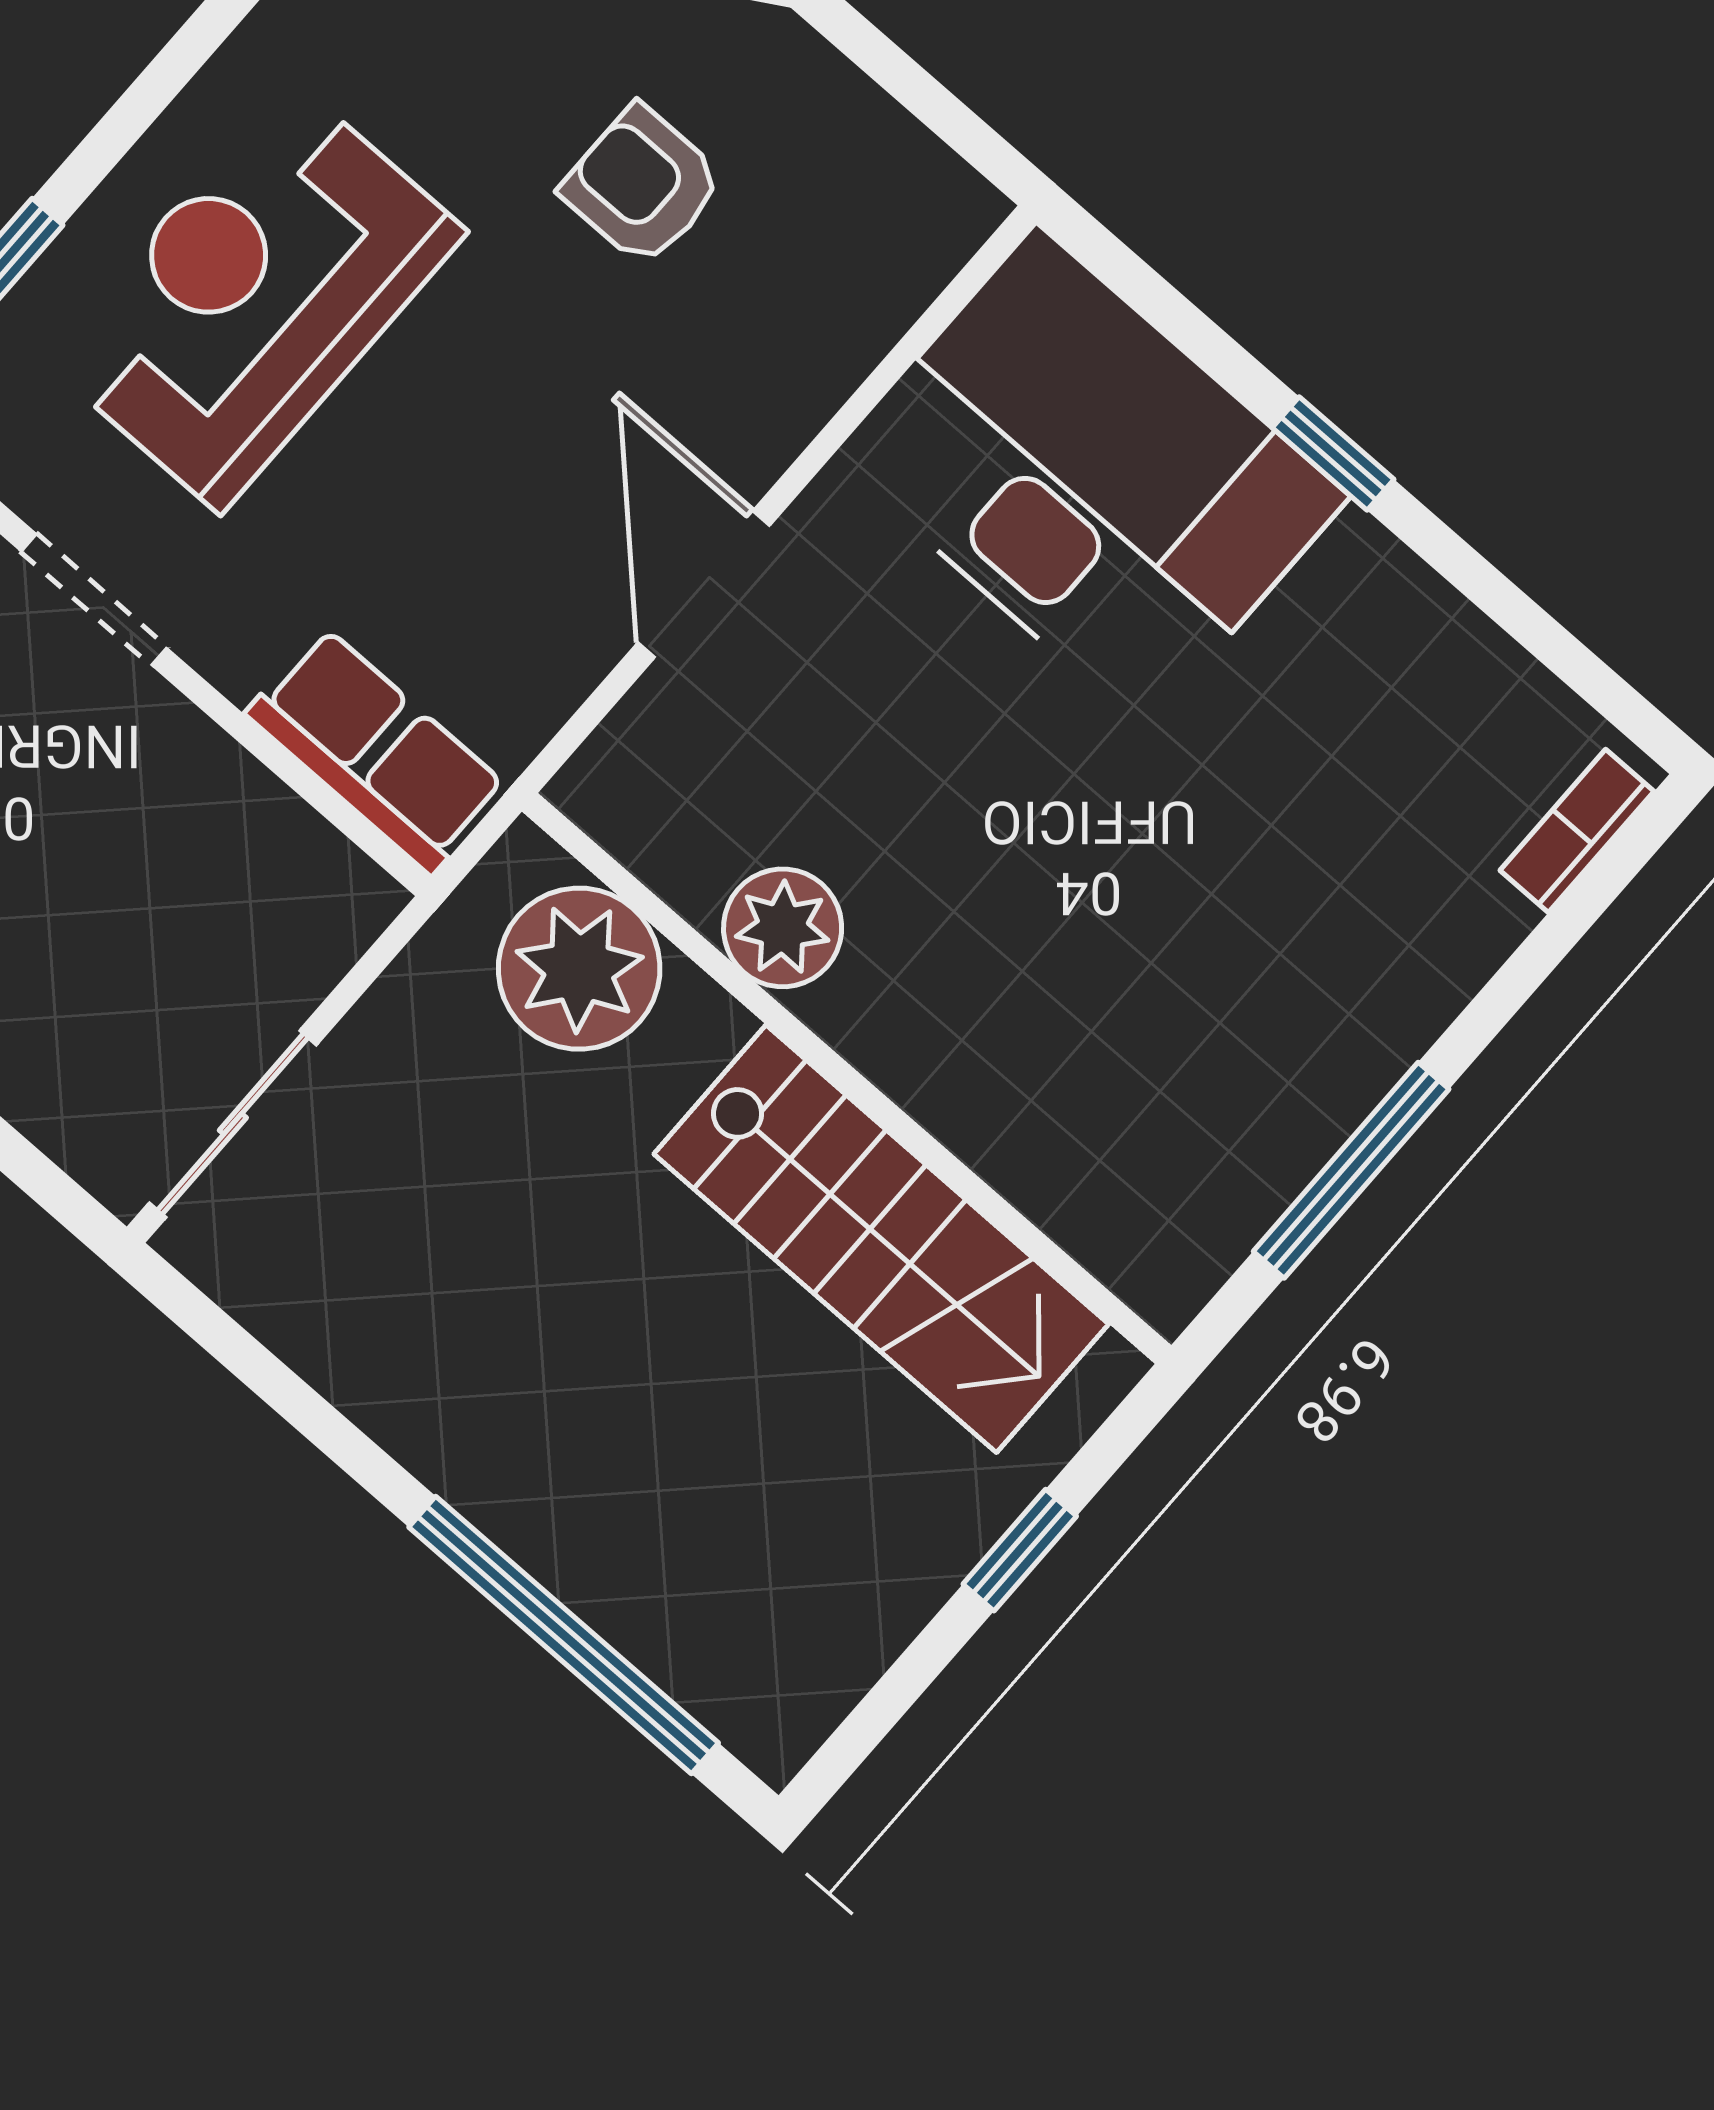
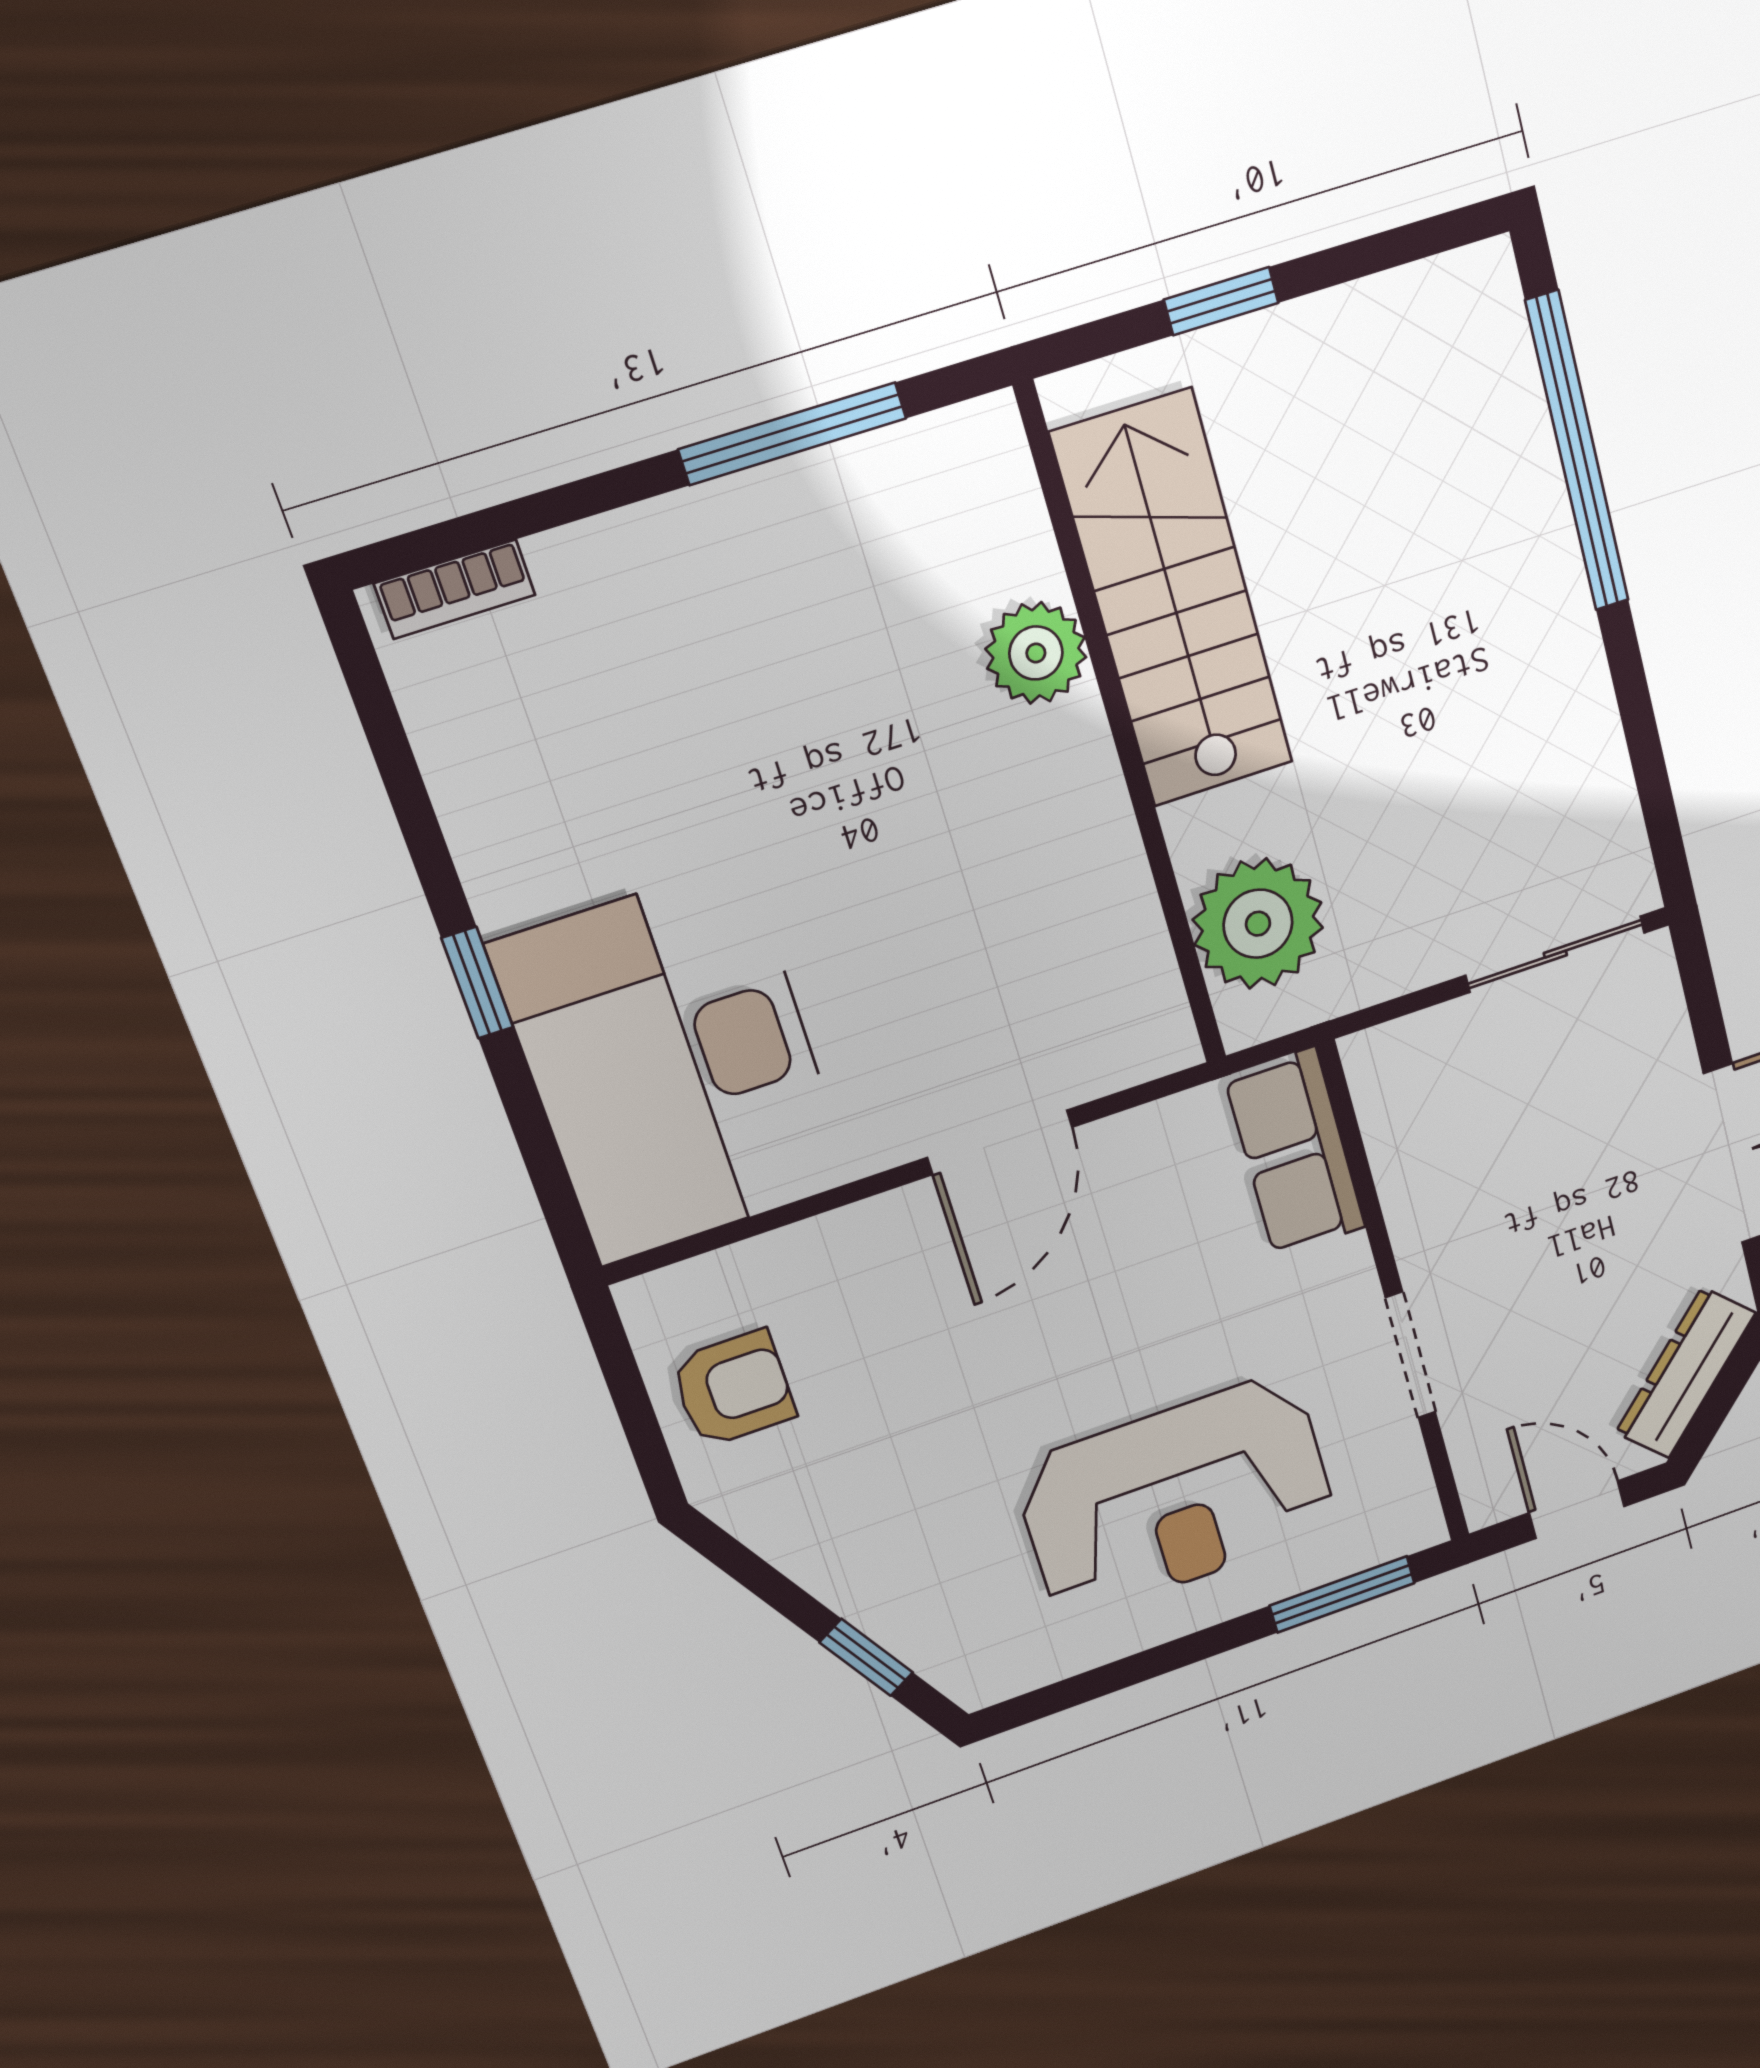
armchair: (642, 186) -> (733, 1389), moved, turned -90
plant: (783, 928) -> (1036, 653), moved

